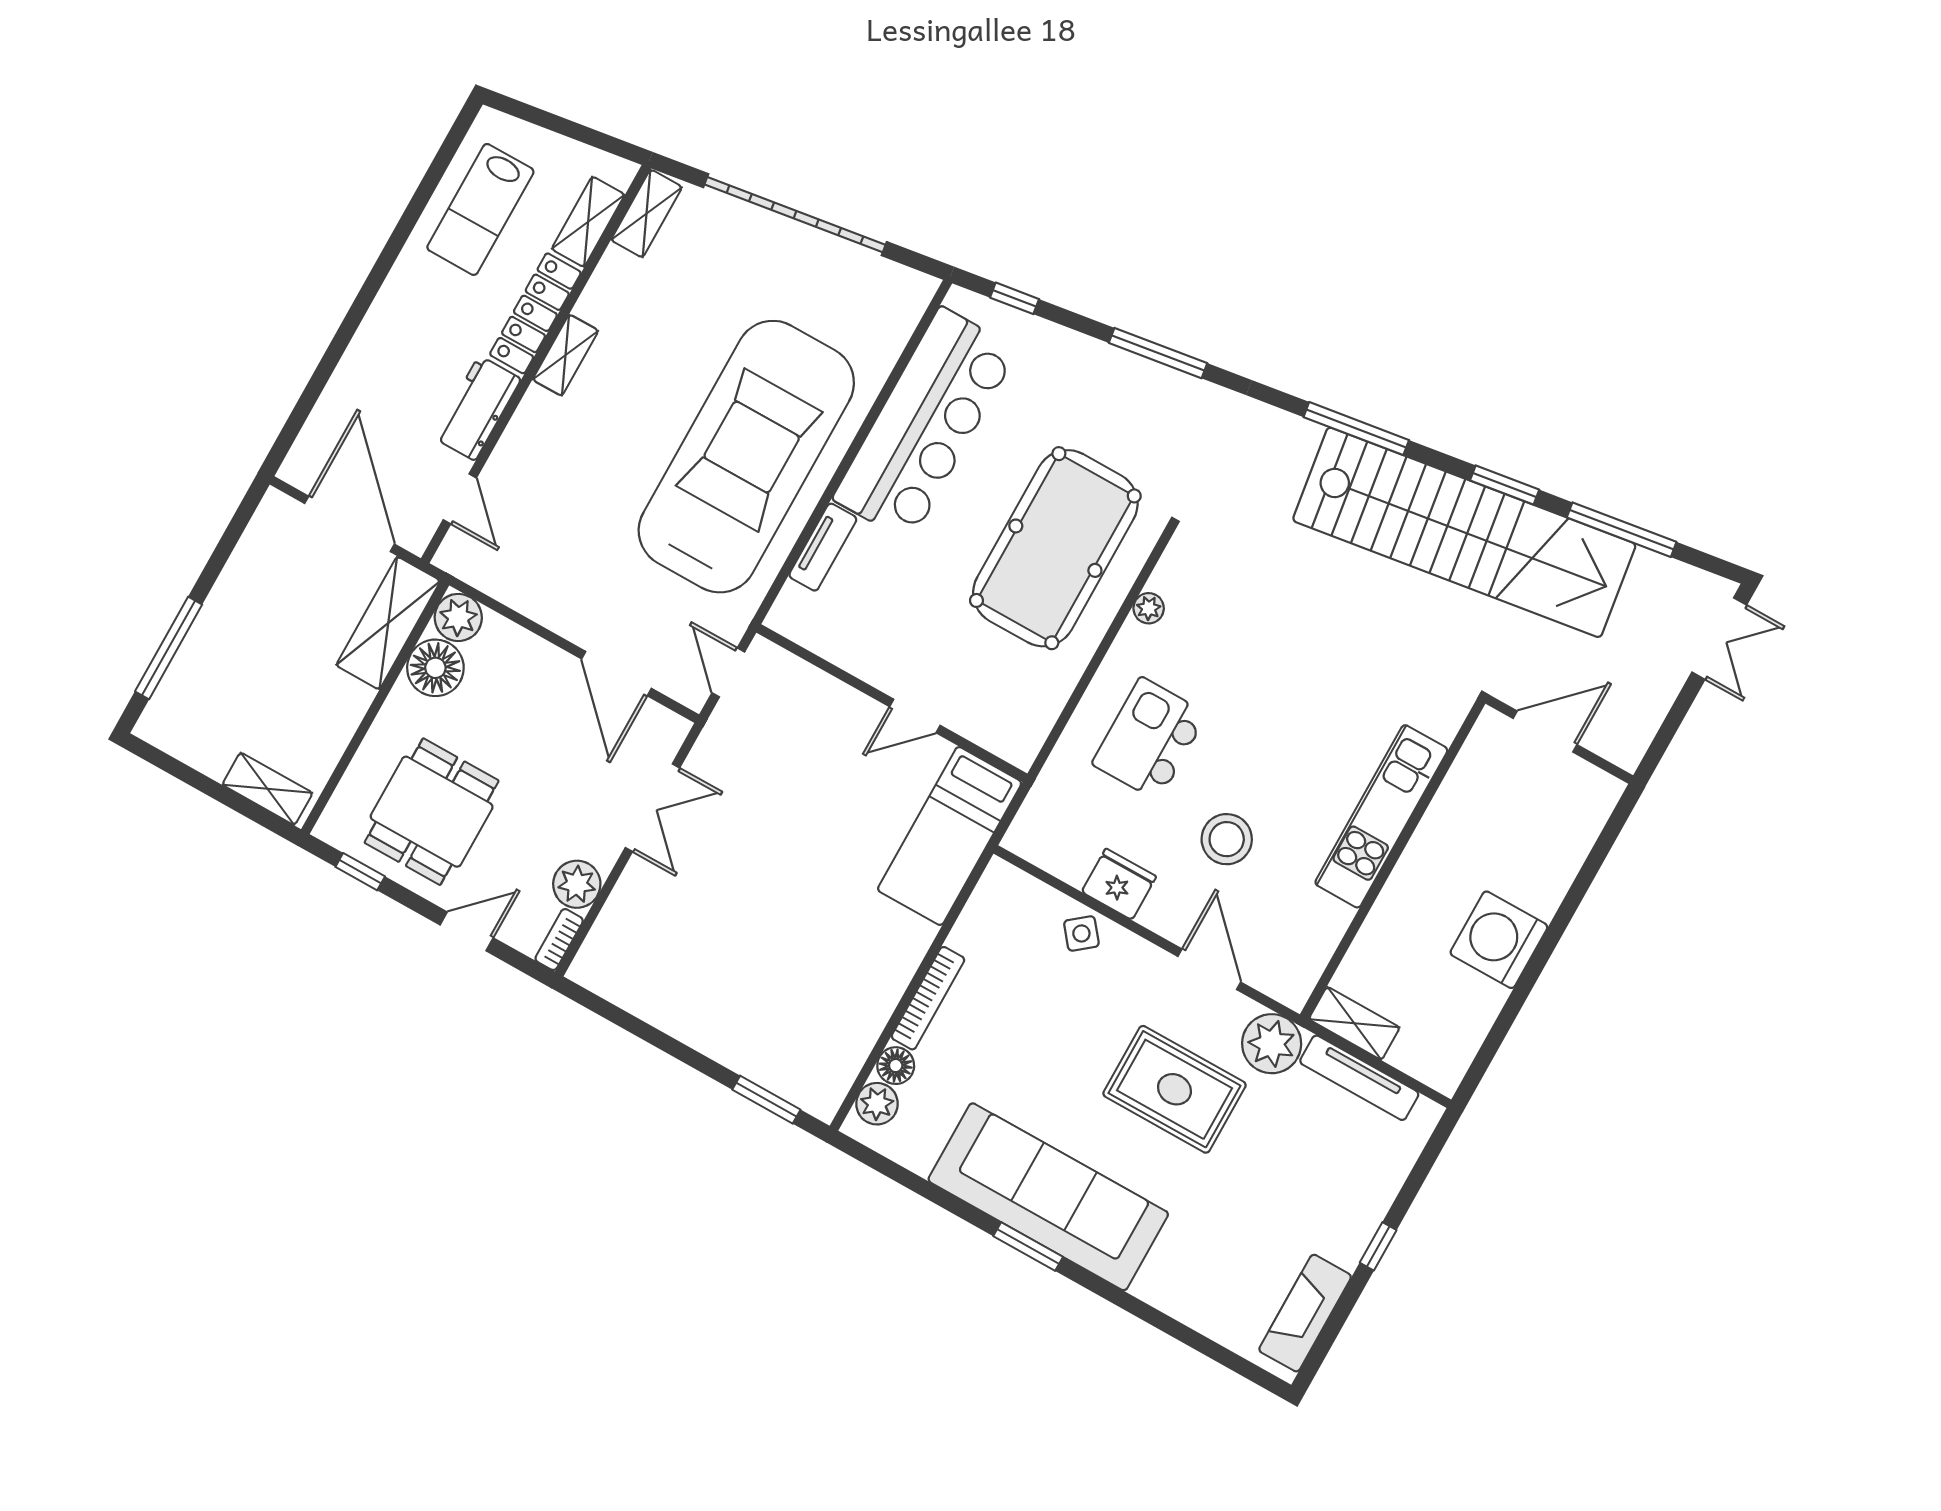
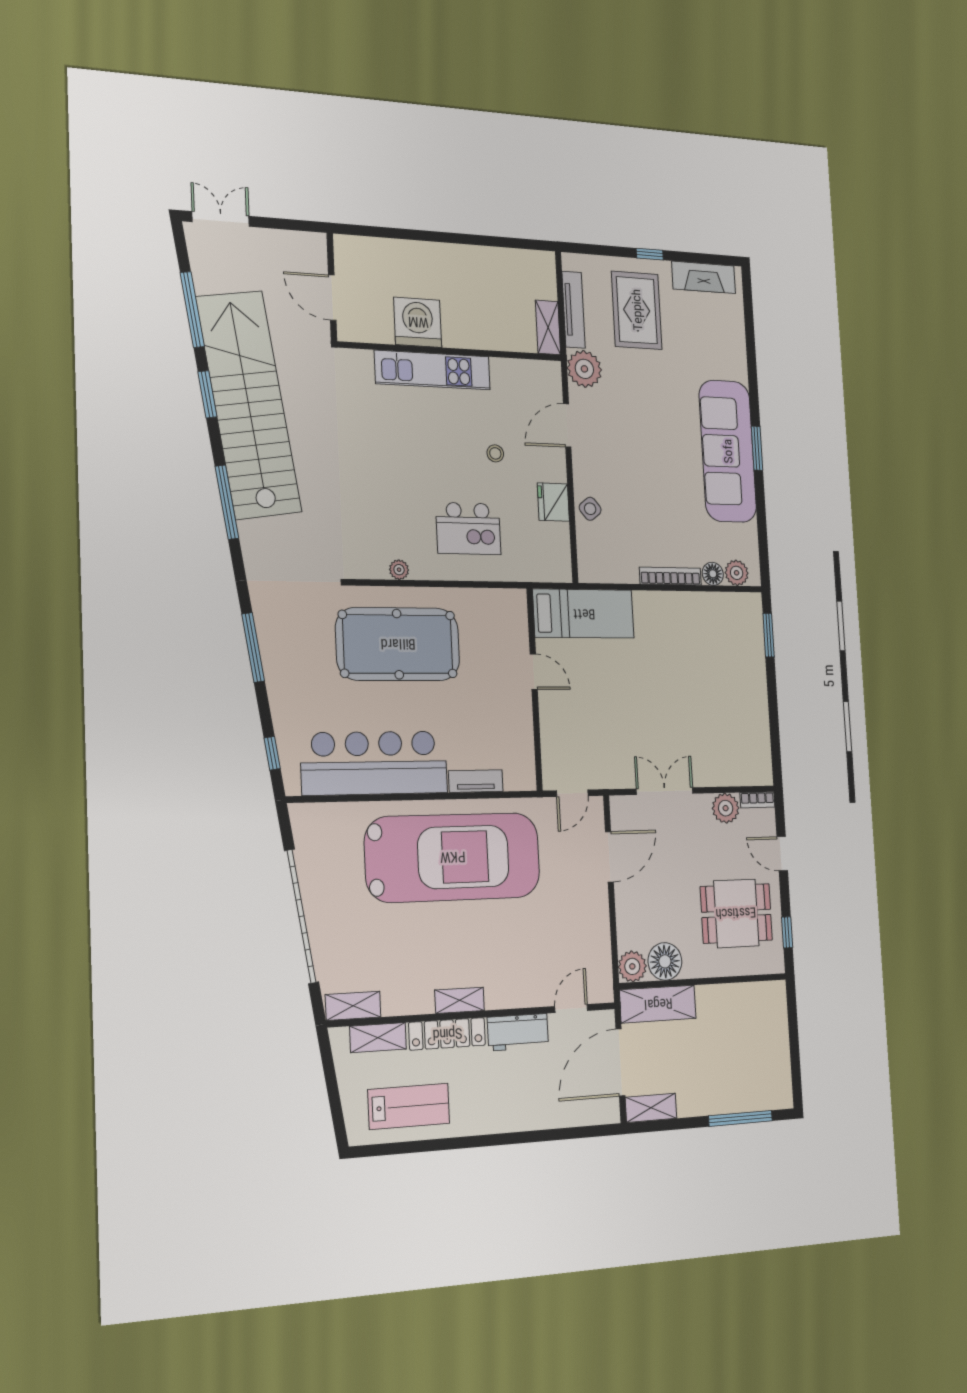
car: (746, 457) -> (453, 857), turned 180
shelving: (267, 789) -> (651, 1108), moved, turned 90
stool: (1227, 839) -> (495, 453), width x0.53, depth x0.53
washing machine: (1499, 940) -> (418, 322), moved, turned 180
rug: (1174, 1089) -> (637, 310), moved

